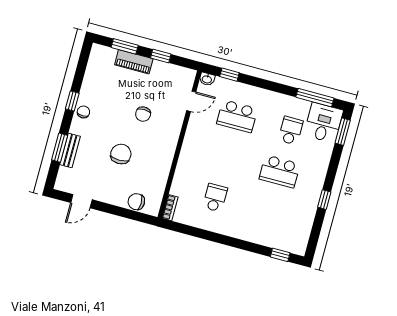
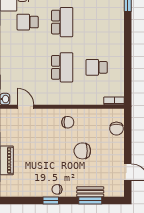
chair: (143, 114) -> (68, 122), moved
school desk: (237, 116) -> (62, 67), moved

